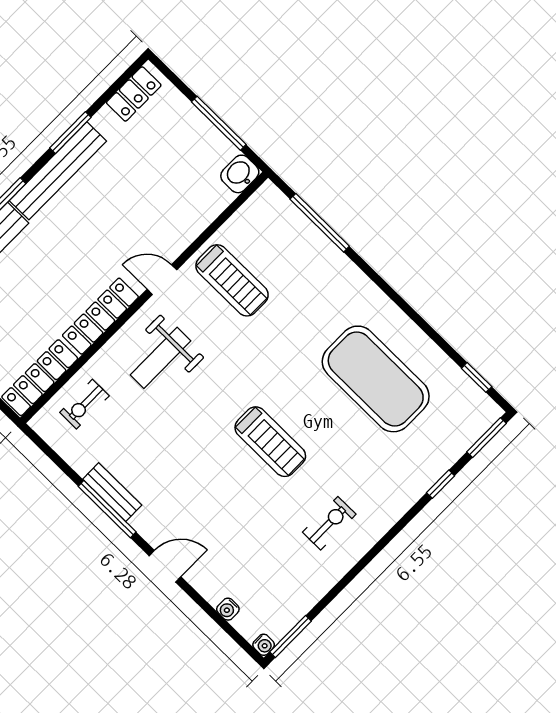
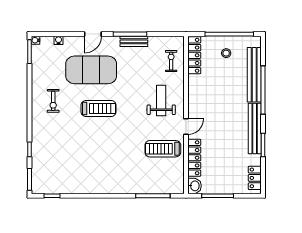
locker: (100, 316) -> (194, 158), moved
exercise mat: (376, 379) -> (91, 70), moved
treadmill: (270, 442) -> (99, 108), turned 180

